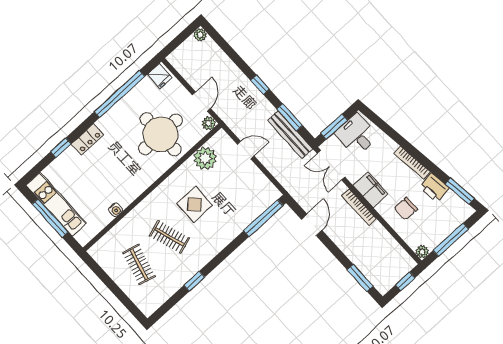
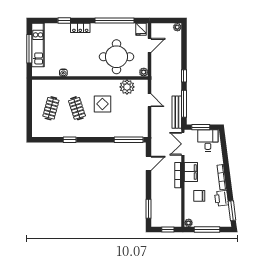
door: (201, 102) -> (149, 45), moved
window: (290, 117) -> (184, 104), width x1.44

